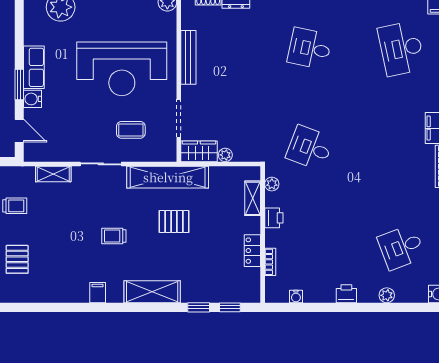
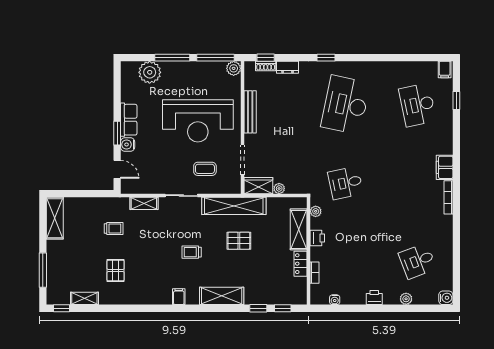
desk: (310, 48) -> (345, 105), width x1.87, depth x1.30
desk: (310, 148) -> (345, 183), turned -33
shelving: (253, 198) -> (299, 229), width x1.50, depth x1.33

